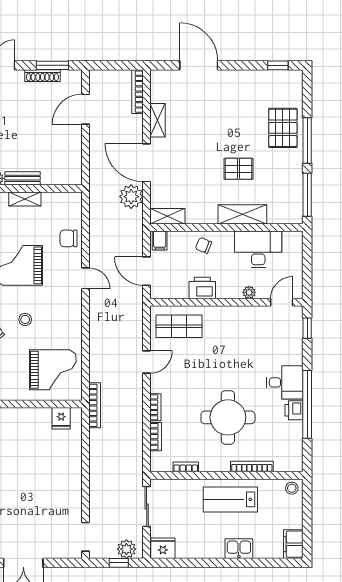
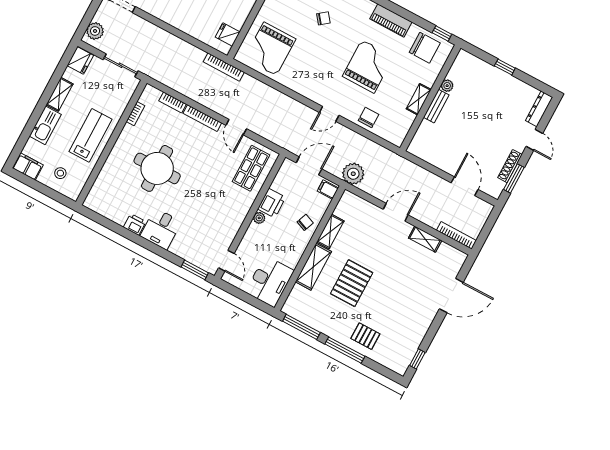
pallet: (283, 128) -> (365, 336), width x0.67, depth x0.71
door: (147, 163) -> (396, 212), width x0.73
pallet: (238, 169) -> (352, 283), width x1.50, depth x1.42
plant: (131, 197) -> (353, 174), moved
shelving: (167, 216) -> (330, 231), moved
desk: (258, 249) -> (270, 281), moved
plant: (249, 292) -> (259, 218), moved
stool: (25, 319) -> (322, 48), removed
window: (307, 328) -> (195, 270), width x1.50
window: (307, 404) -> (134, 237), removed
bookcase: (155, 407) -> (202, 118), width x1.56
bookcase: (252, 467) -> (108, 167), removed
stool: (292, 488) -> (60, 173), moved
kitchen sink: (239, 549) -> (45, 125), width x1.38
shelving: (207, 551) -> (59, 94), added
window: (119, 563) -> (87, 19), removed

